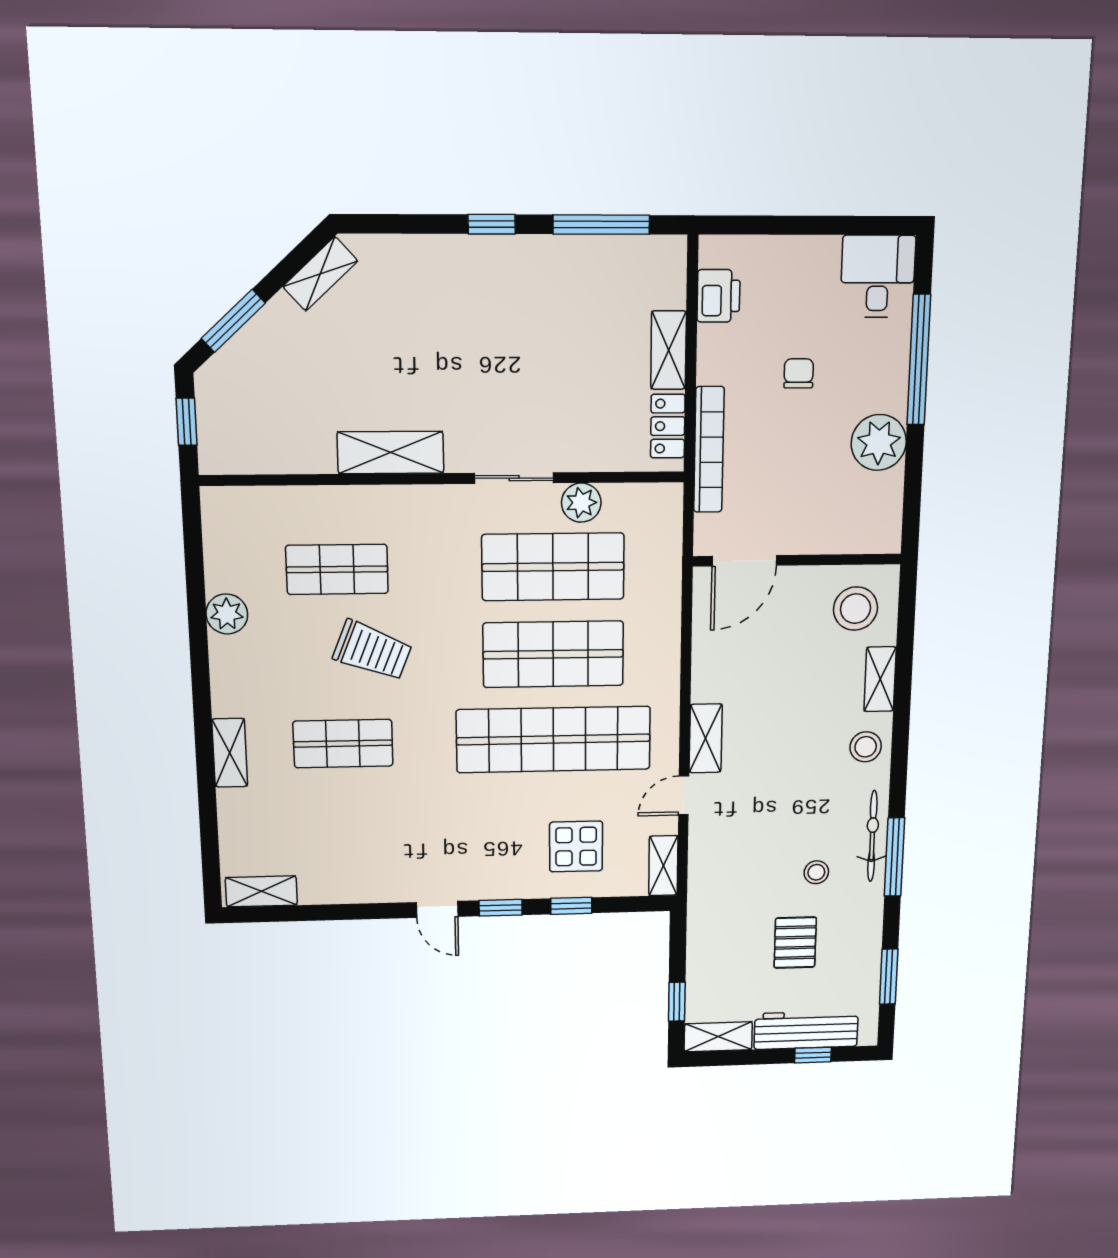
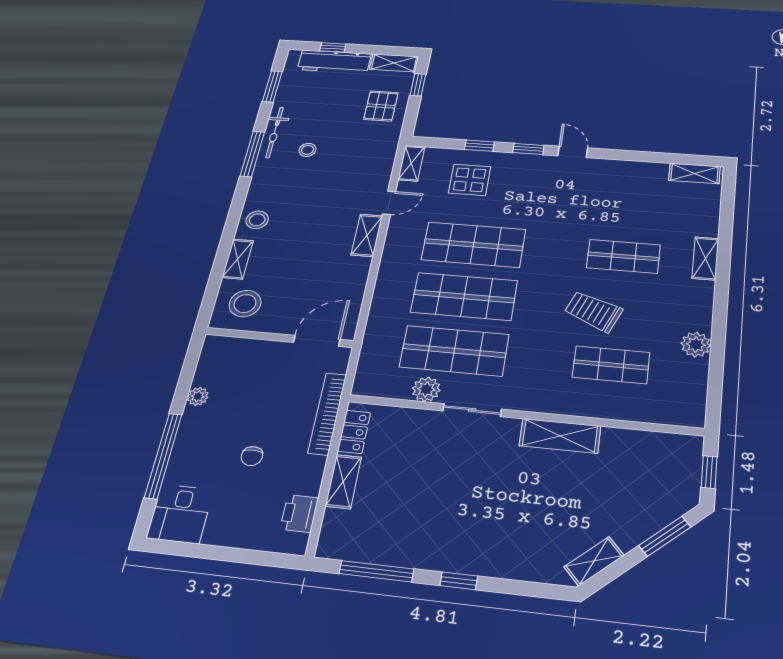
plant: (879, 442) -> (198, 396), width x0.53, depth x0.53
shop shelf: (554, 739) -> (473, 245), width x0.71
bicycle: (872, 836) -> (275, 132), moved
pallet: (795, 943) -> (381, 106), moved

